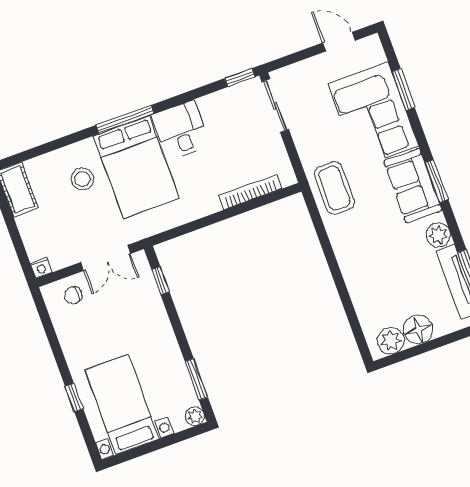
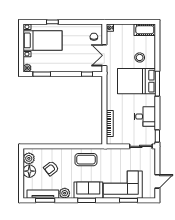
desk: (181, 130) -> (145, 117), moved
coffee table: (334, 188) -> (86, 160), moved
armchair: (394, 284) -> (51, 168), added

